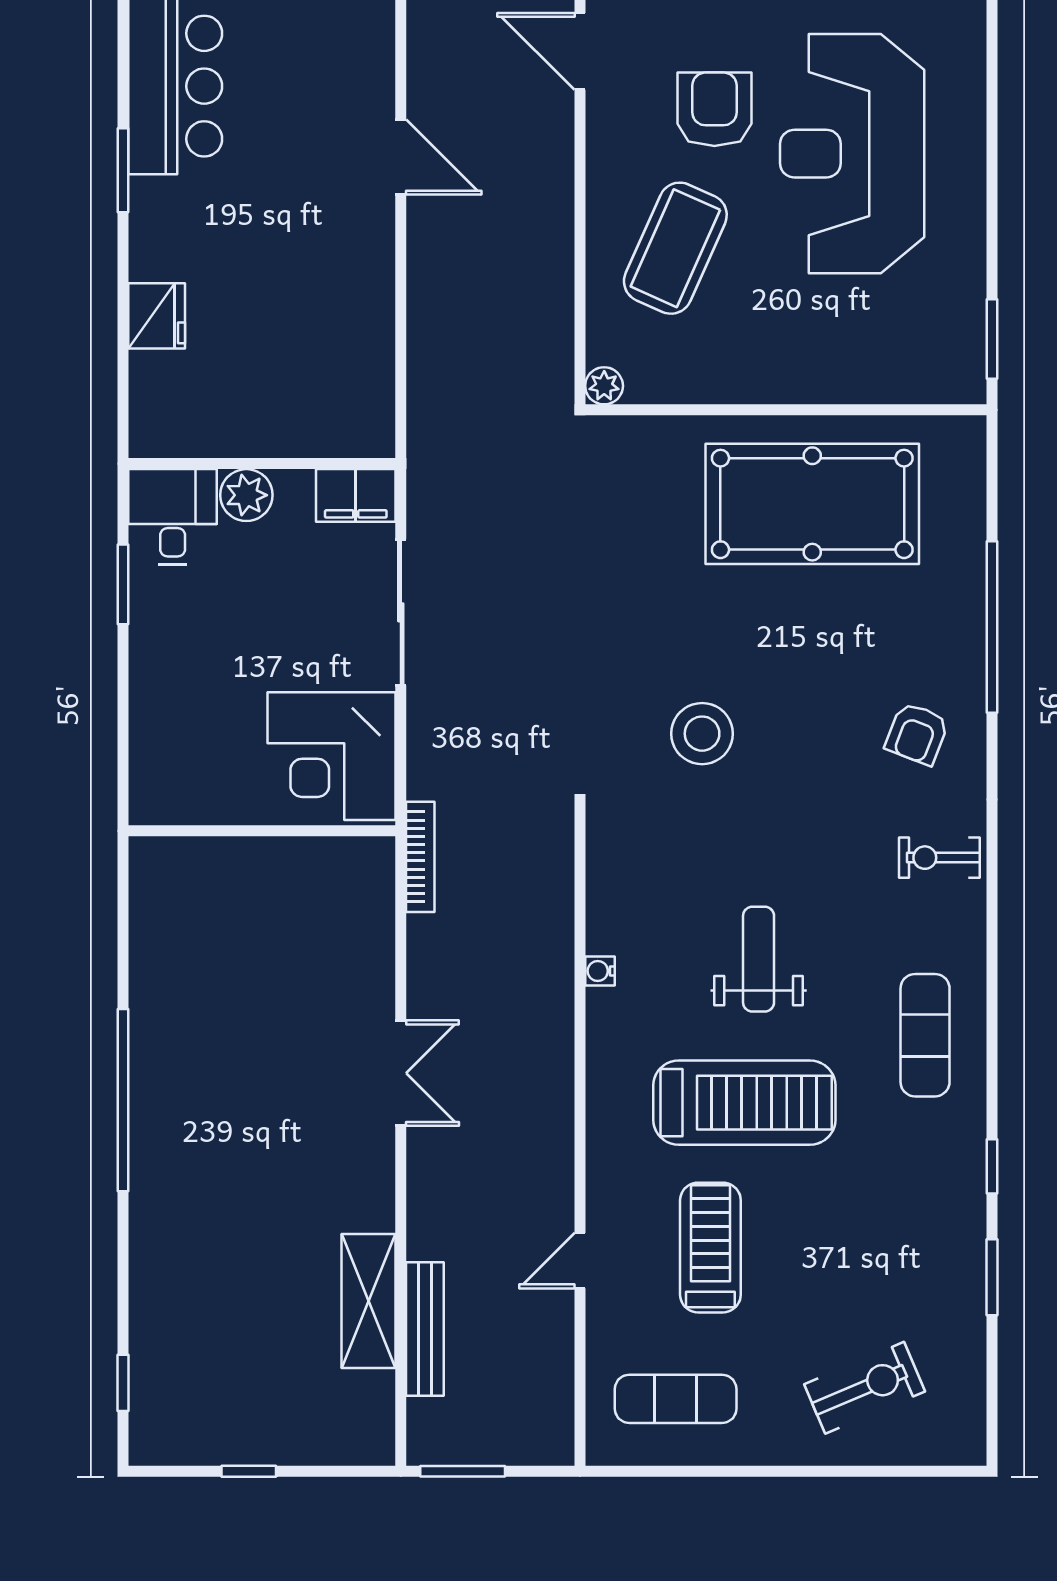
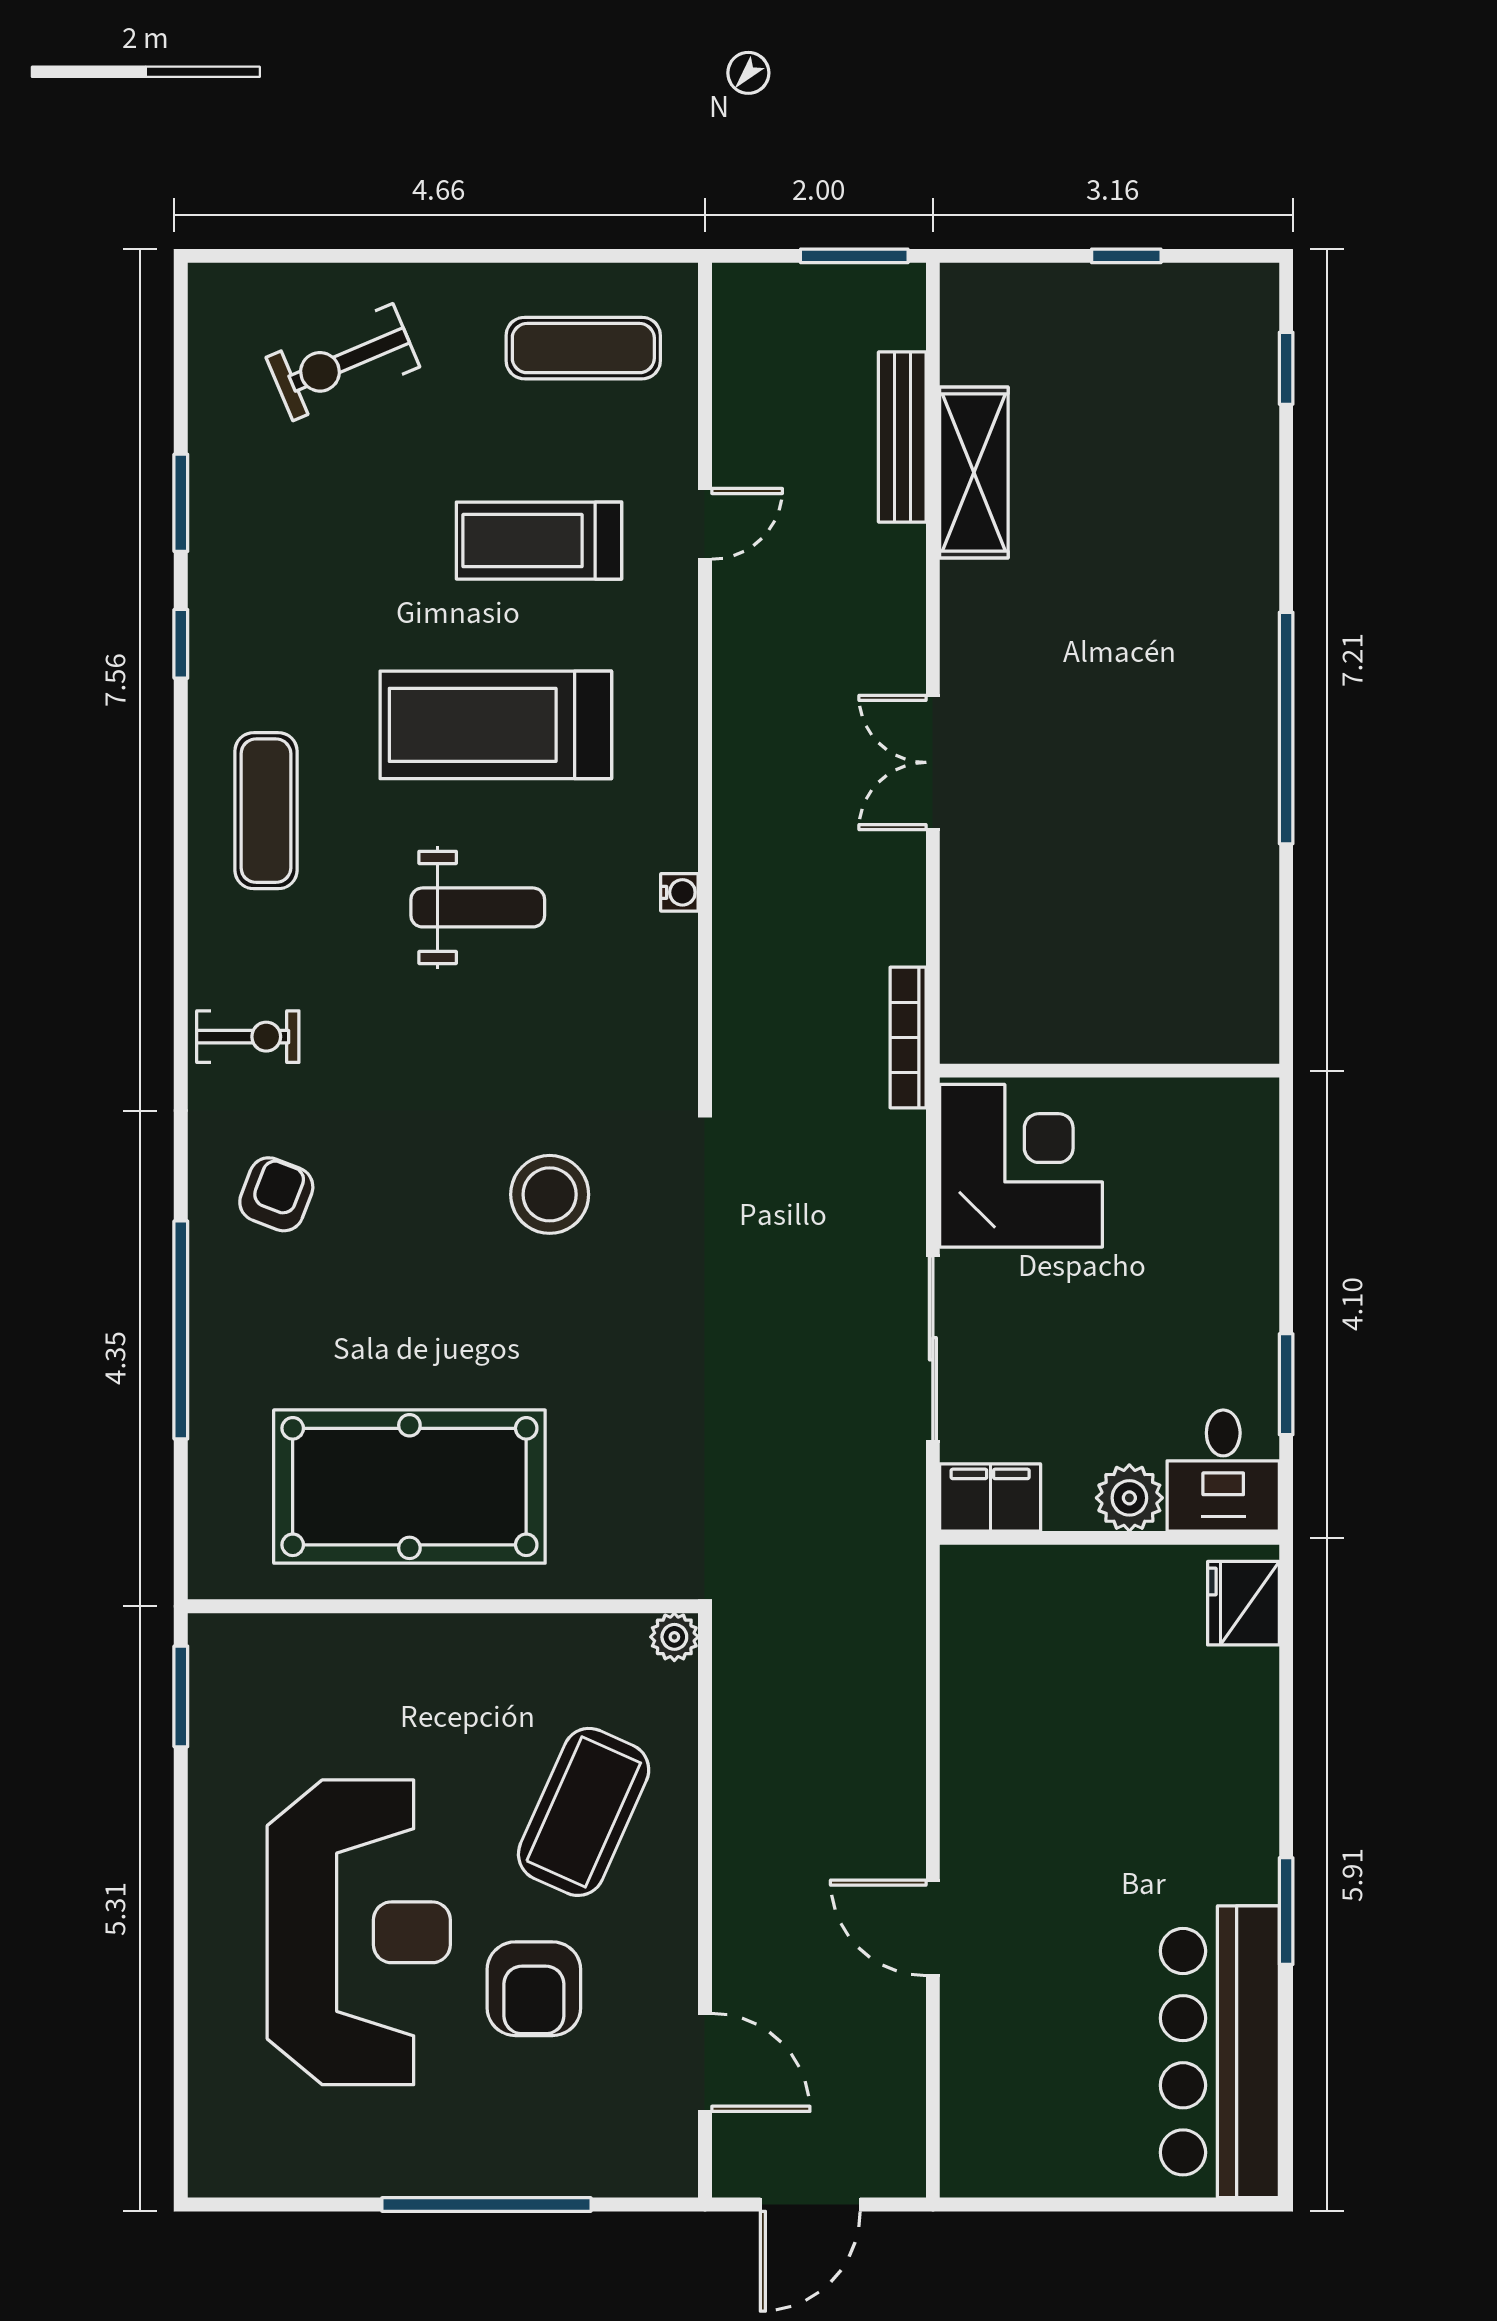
fridge: (157, 316) -> (1243, 1603), moved
weight bench: (759, 959) -> (478, 907), turned -90
treadmill: (710, 1248) -> (539, 541), turned 90

